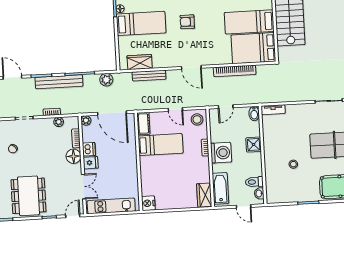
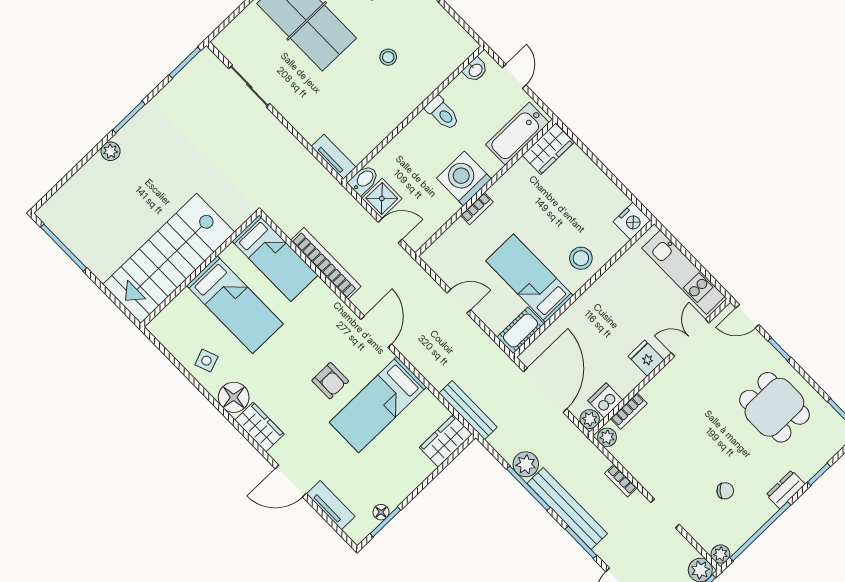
armchair: (187, 22) -> (330, 381), moved
bed: (141, 23) -> (378, 405), moved, turned -90
bed: (253, 48) -> (275, 258), width x0.67
wardrobe: (140, 62) -> (446, 441), moved, turned 90
bench: (149, 76) -> (468, 410), moved
plant: (106, 80) -> (526, 464), moved
door: (175, 109) -> (459, 301), hinge flipped
stool: (197, 119) -> (581, 258), moved
plant: (59, 122) -> (607, 437), moved
shower: (254, 145) -> (382, 198), moved
dishwasher: (89, 149) -> (605, 400), moved
floor lamp: (73, 156) -> (658, 392), removed
toilet: (254, 182) -> (443, 113), moved
dining table: (29, 196) -> (774, 407), width x0.73

